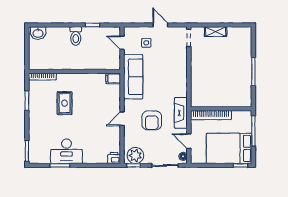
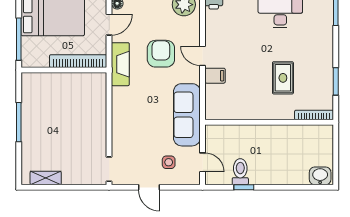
shelving: (216, 32) -> (46, 178), moved
toilet: (76, 36) -> (240, 172), moved
filing cabinet: (113, 79) -> (215, 76), moved
door: (122, 119) -> (203, 56), swing flipped
door: (189, 141) -> (109, 25), hinge flipped

